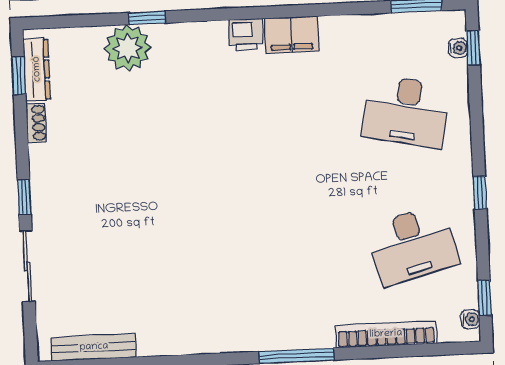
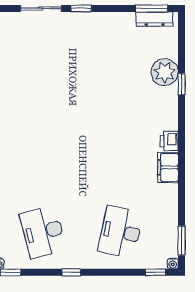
water cooler: (458, 48) -> (173, 264), moved
window: (19, 76) -> (151, 8), width x1.50
shoe rack: (36, 123) -> (124, 17), removed

